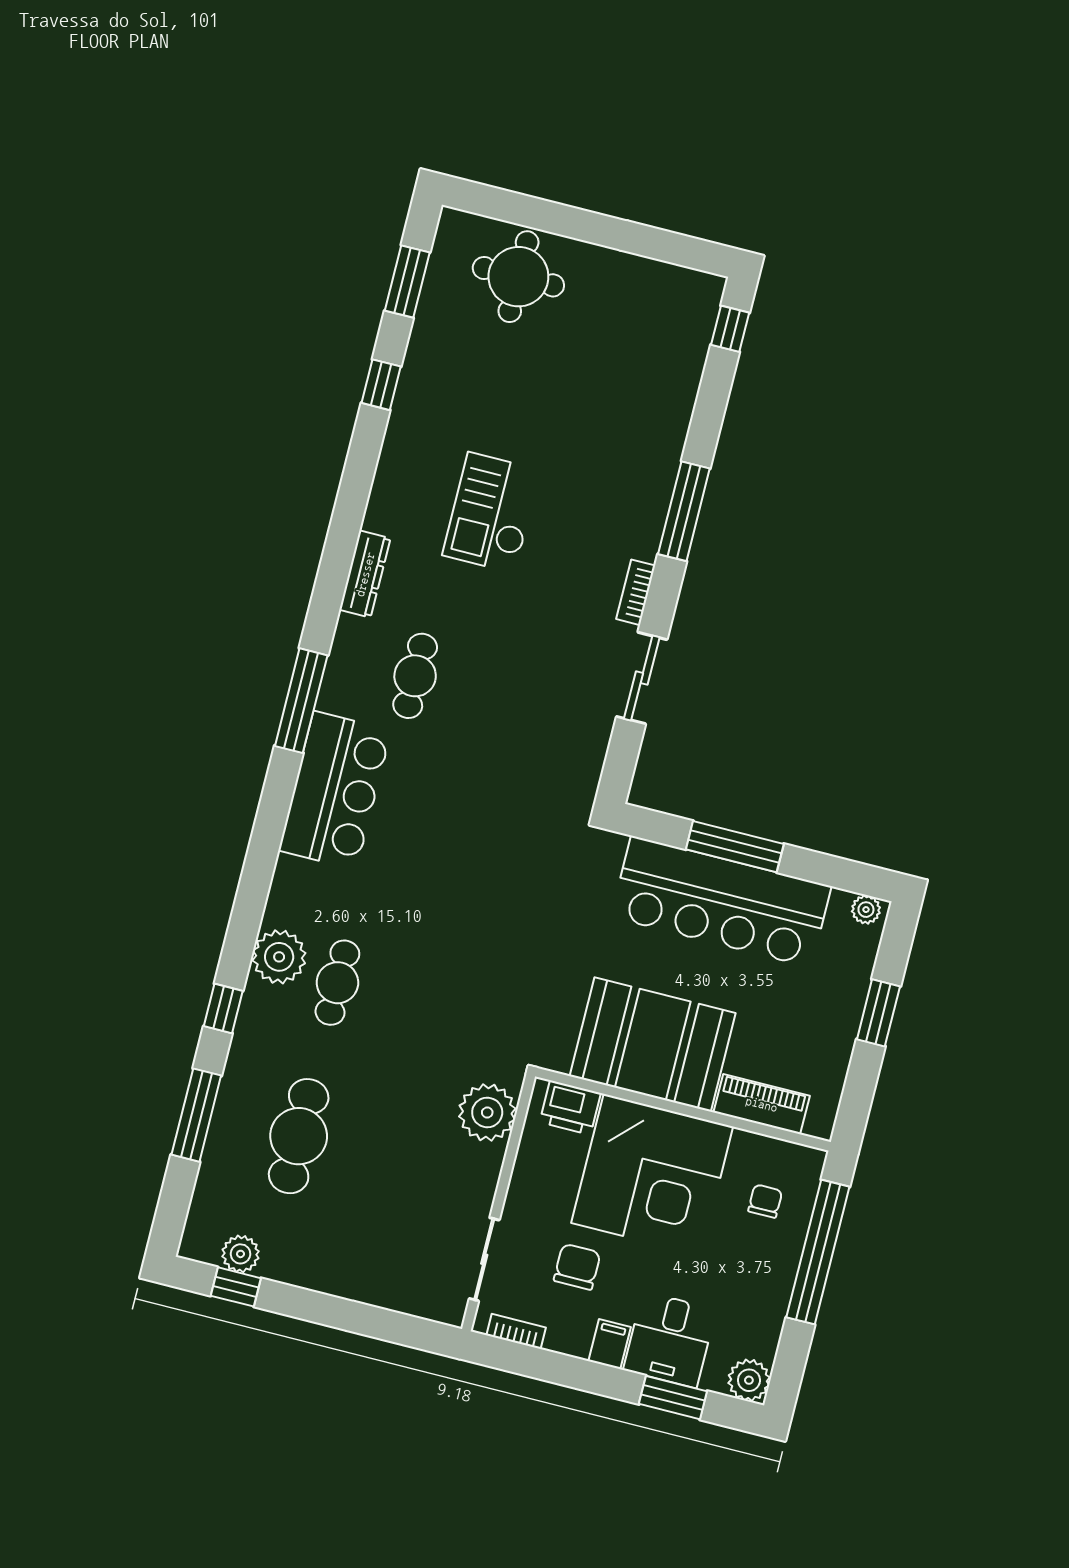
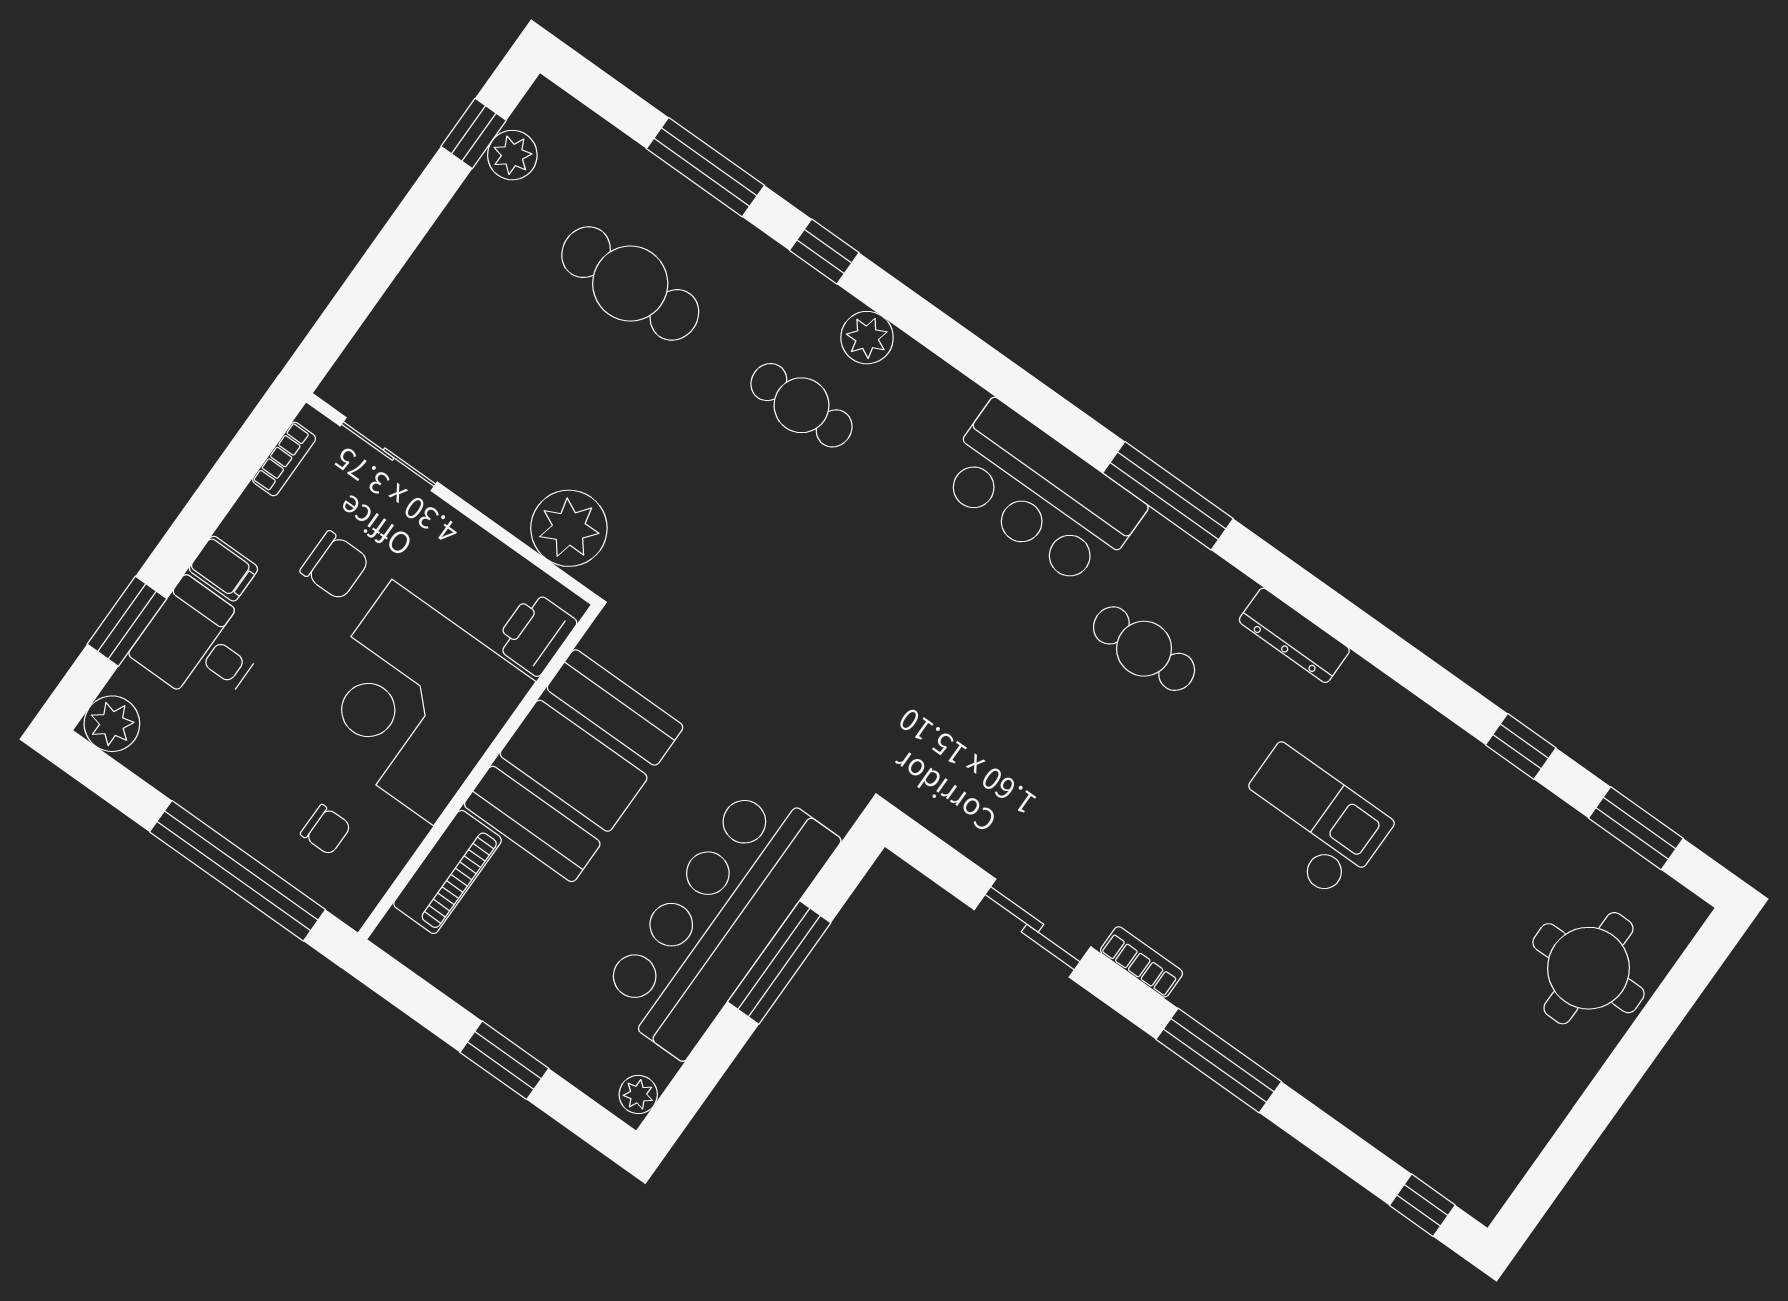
plant: (279, 957) -> (867, 338), width x0.73, depth x0.73

